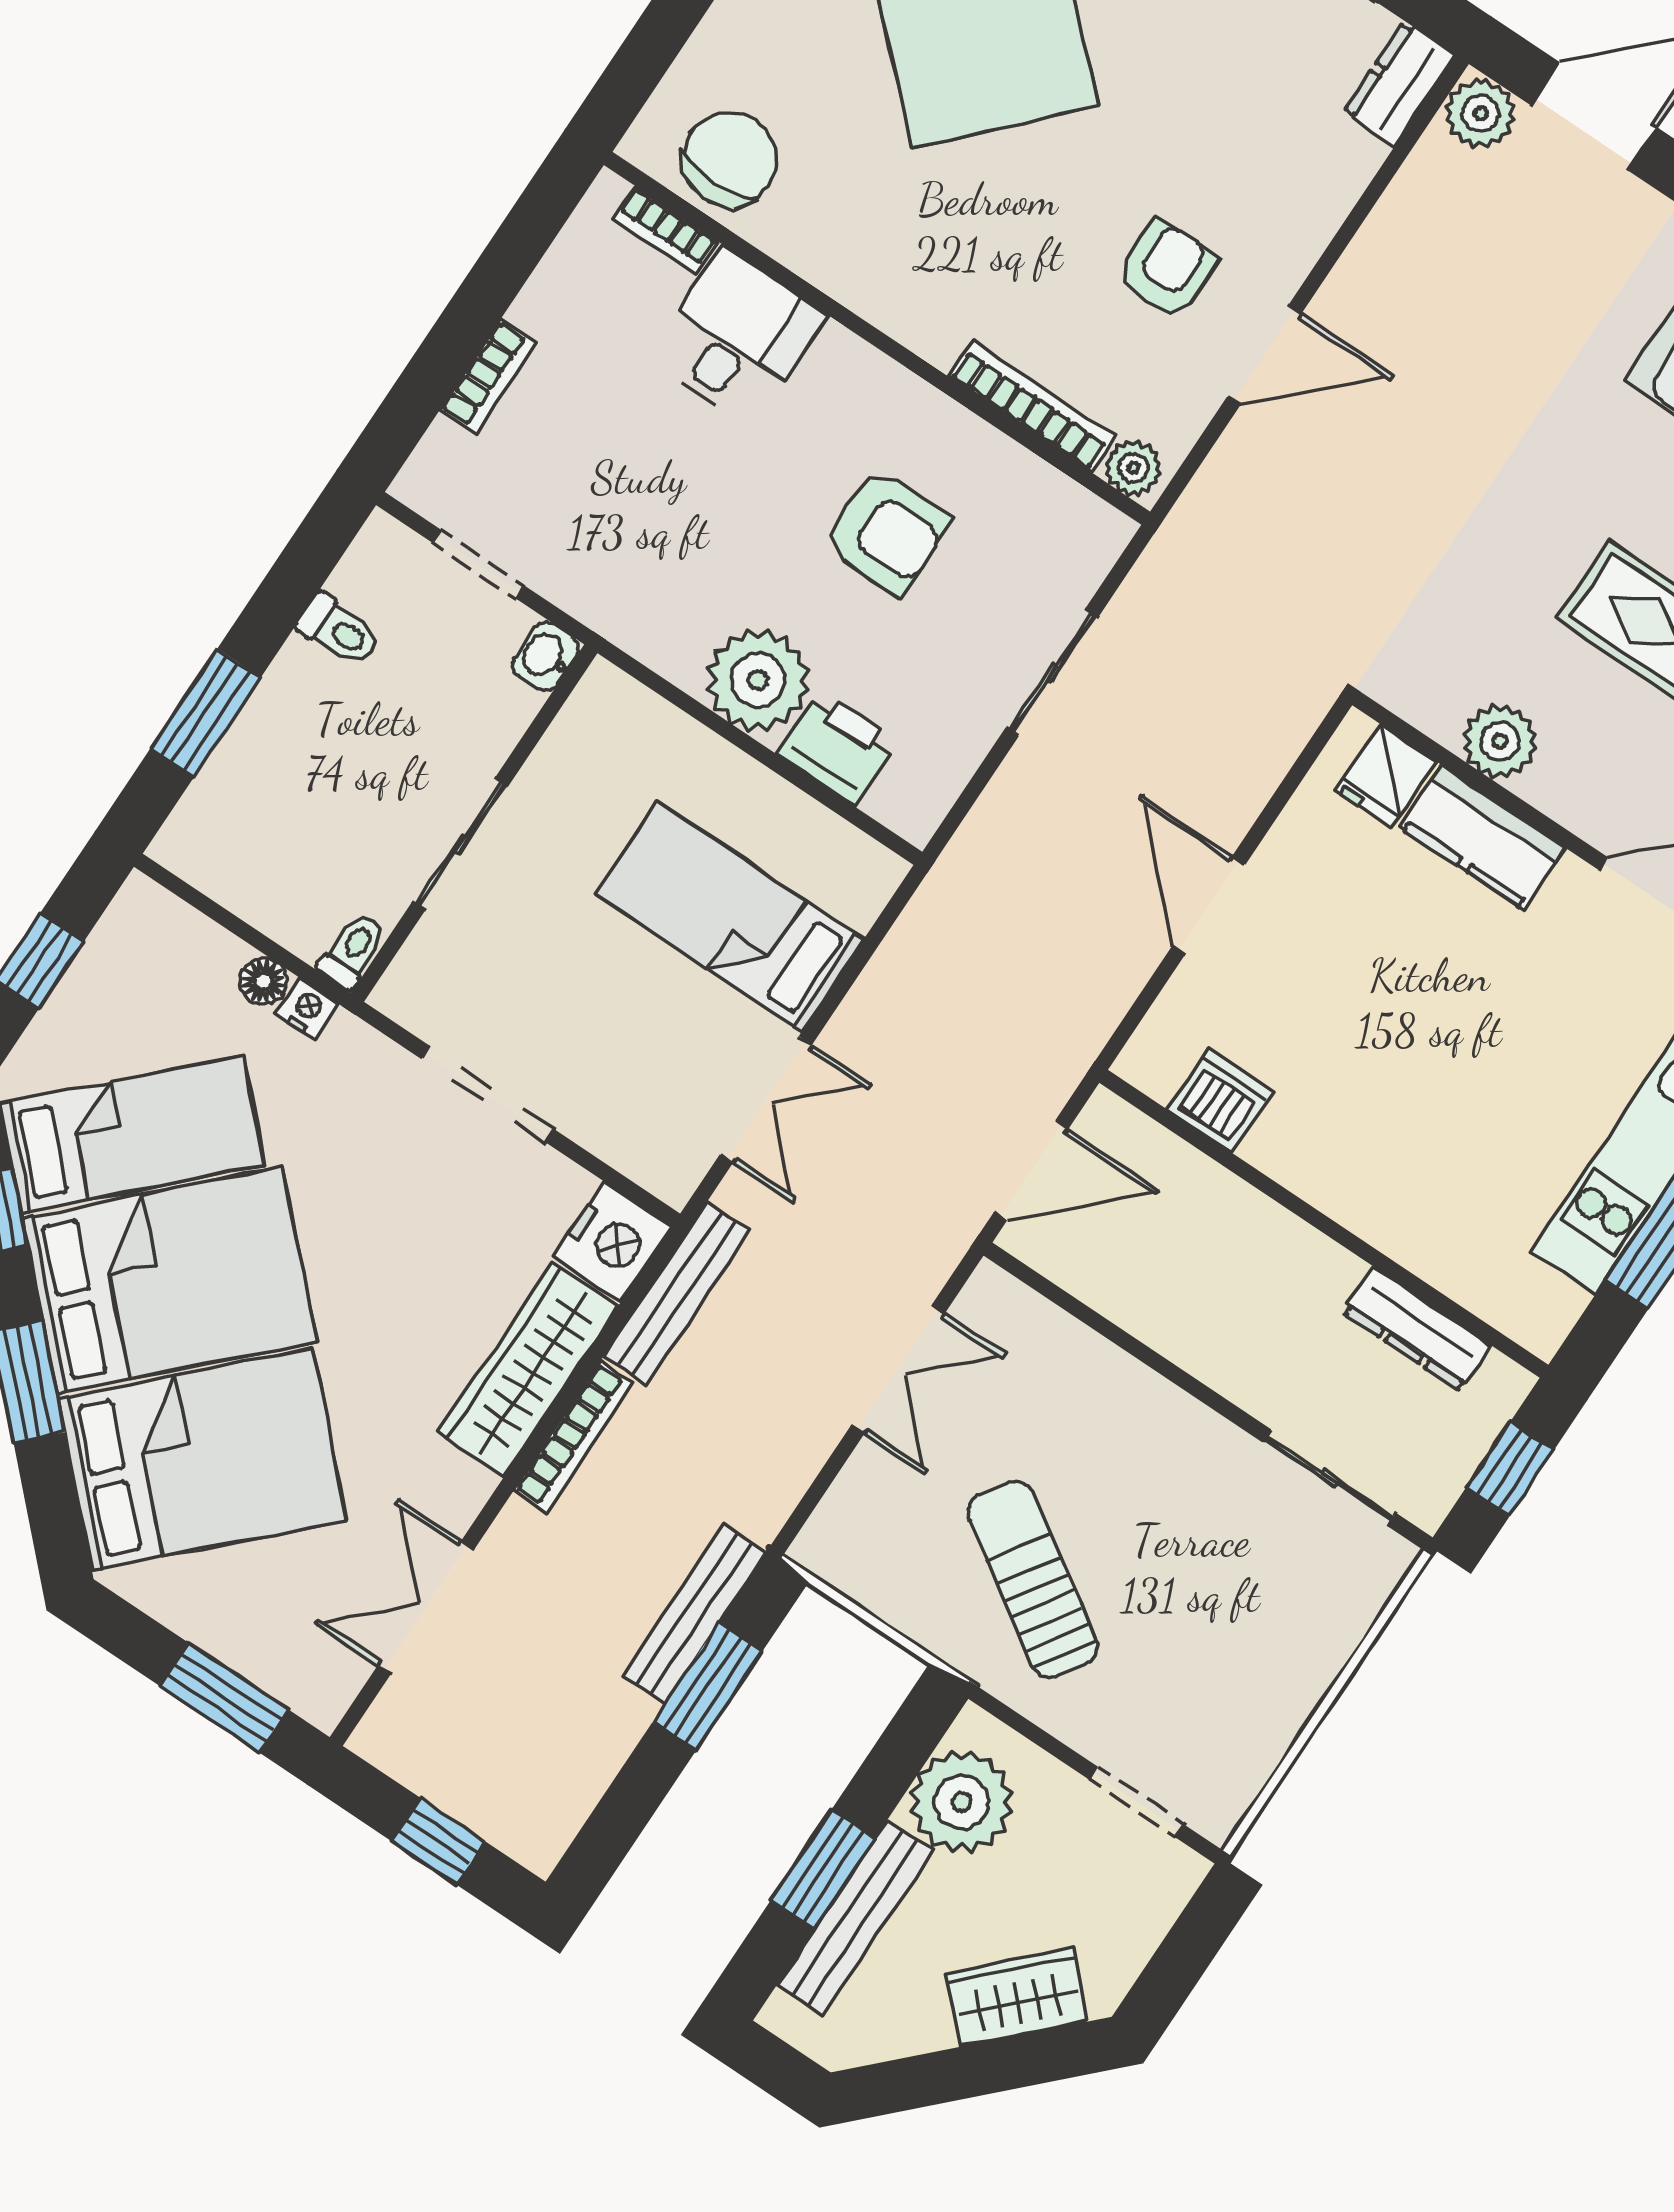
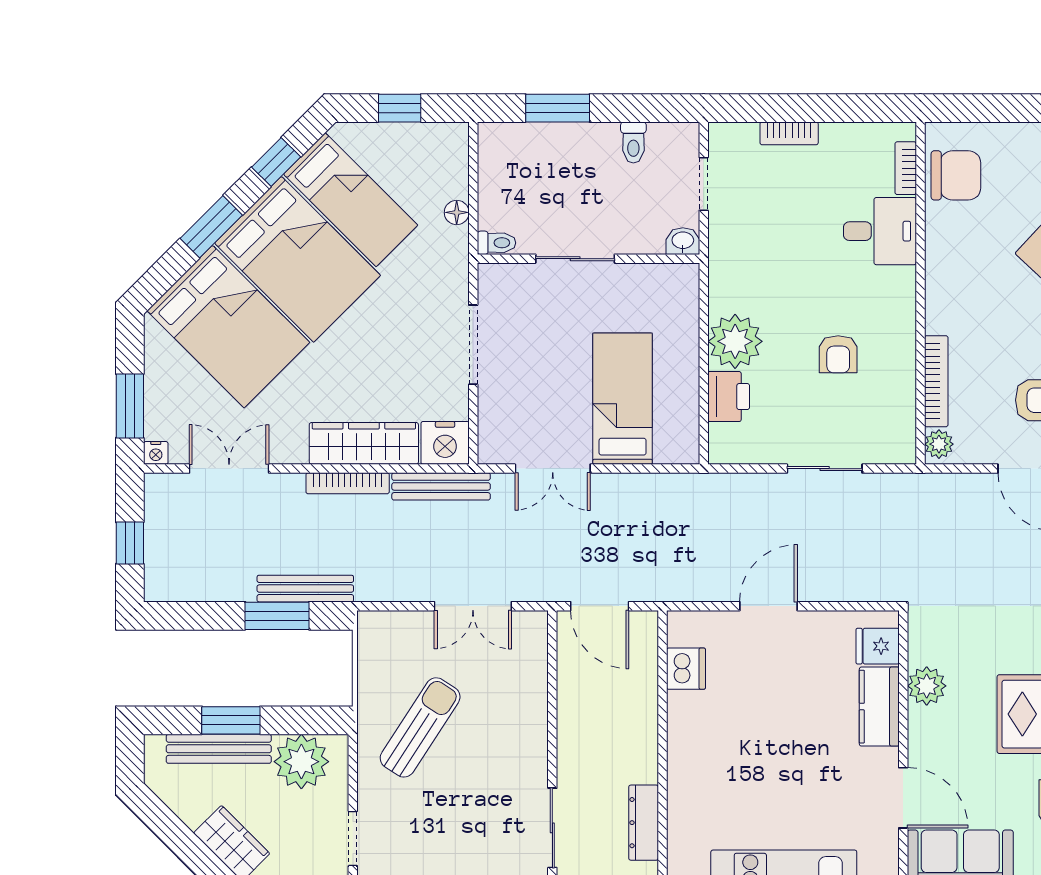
armchair: (886, 532) -> (838, 354), width x0.72, depth x0.72
nightstand: (307, 1009) -> (156, 453), moved, turned 90

